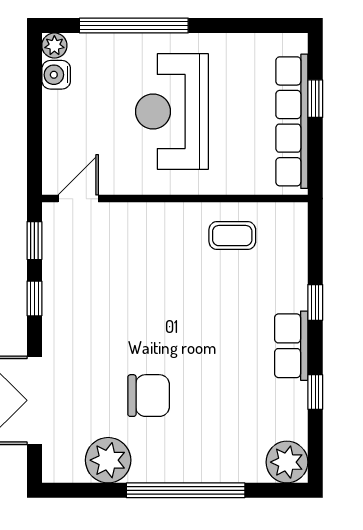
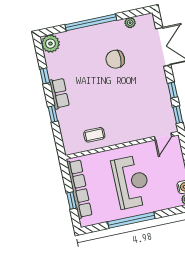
window: (134, 25) -> (131, 220), moved
plant: (108, 460) -> (130, 23), width x0.53, depth x0.53

